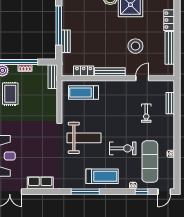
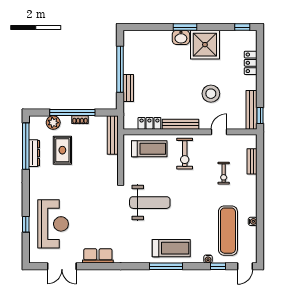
bench: (170, 48) -> (252, 110), moved
window: (177, 64) -> (260, 116), added
bench: (53, 77) -> (113, 135), width x1.36
treadmill: (83, 93) -> (149, 149), turned 180
exercise bike: (123, 148) -> (185, 154), moved, turned 90
window: (85, 192) -> (166, 266), moved

